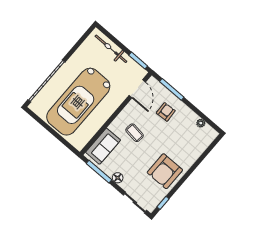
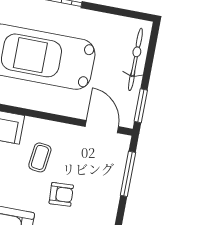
door: (137, 89) -> (102, 127), swing flipped
armchair: (166, 112) -> (61, 194), moved

